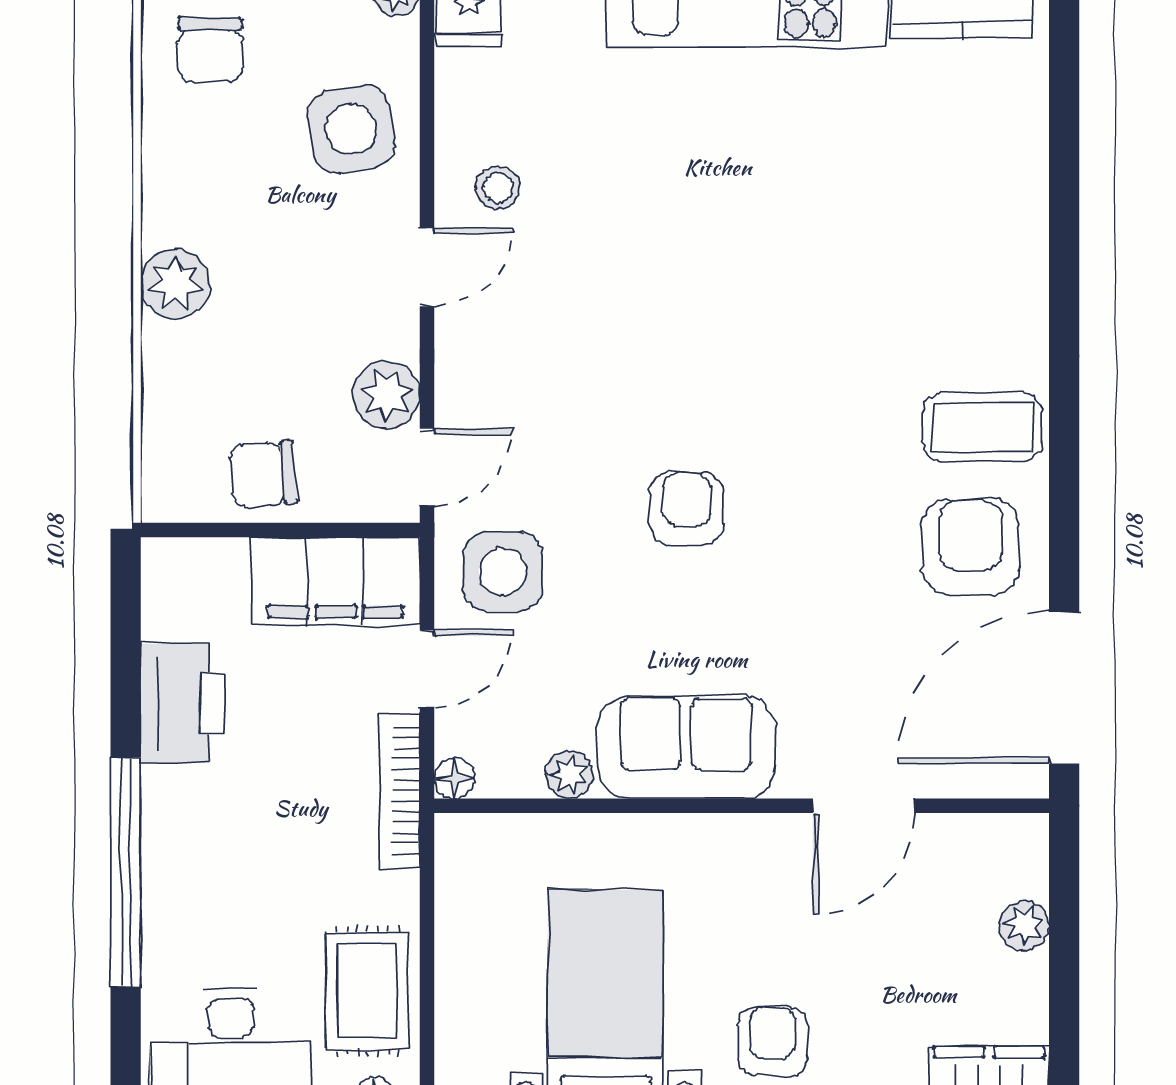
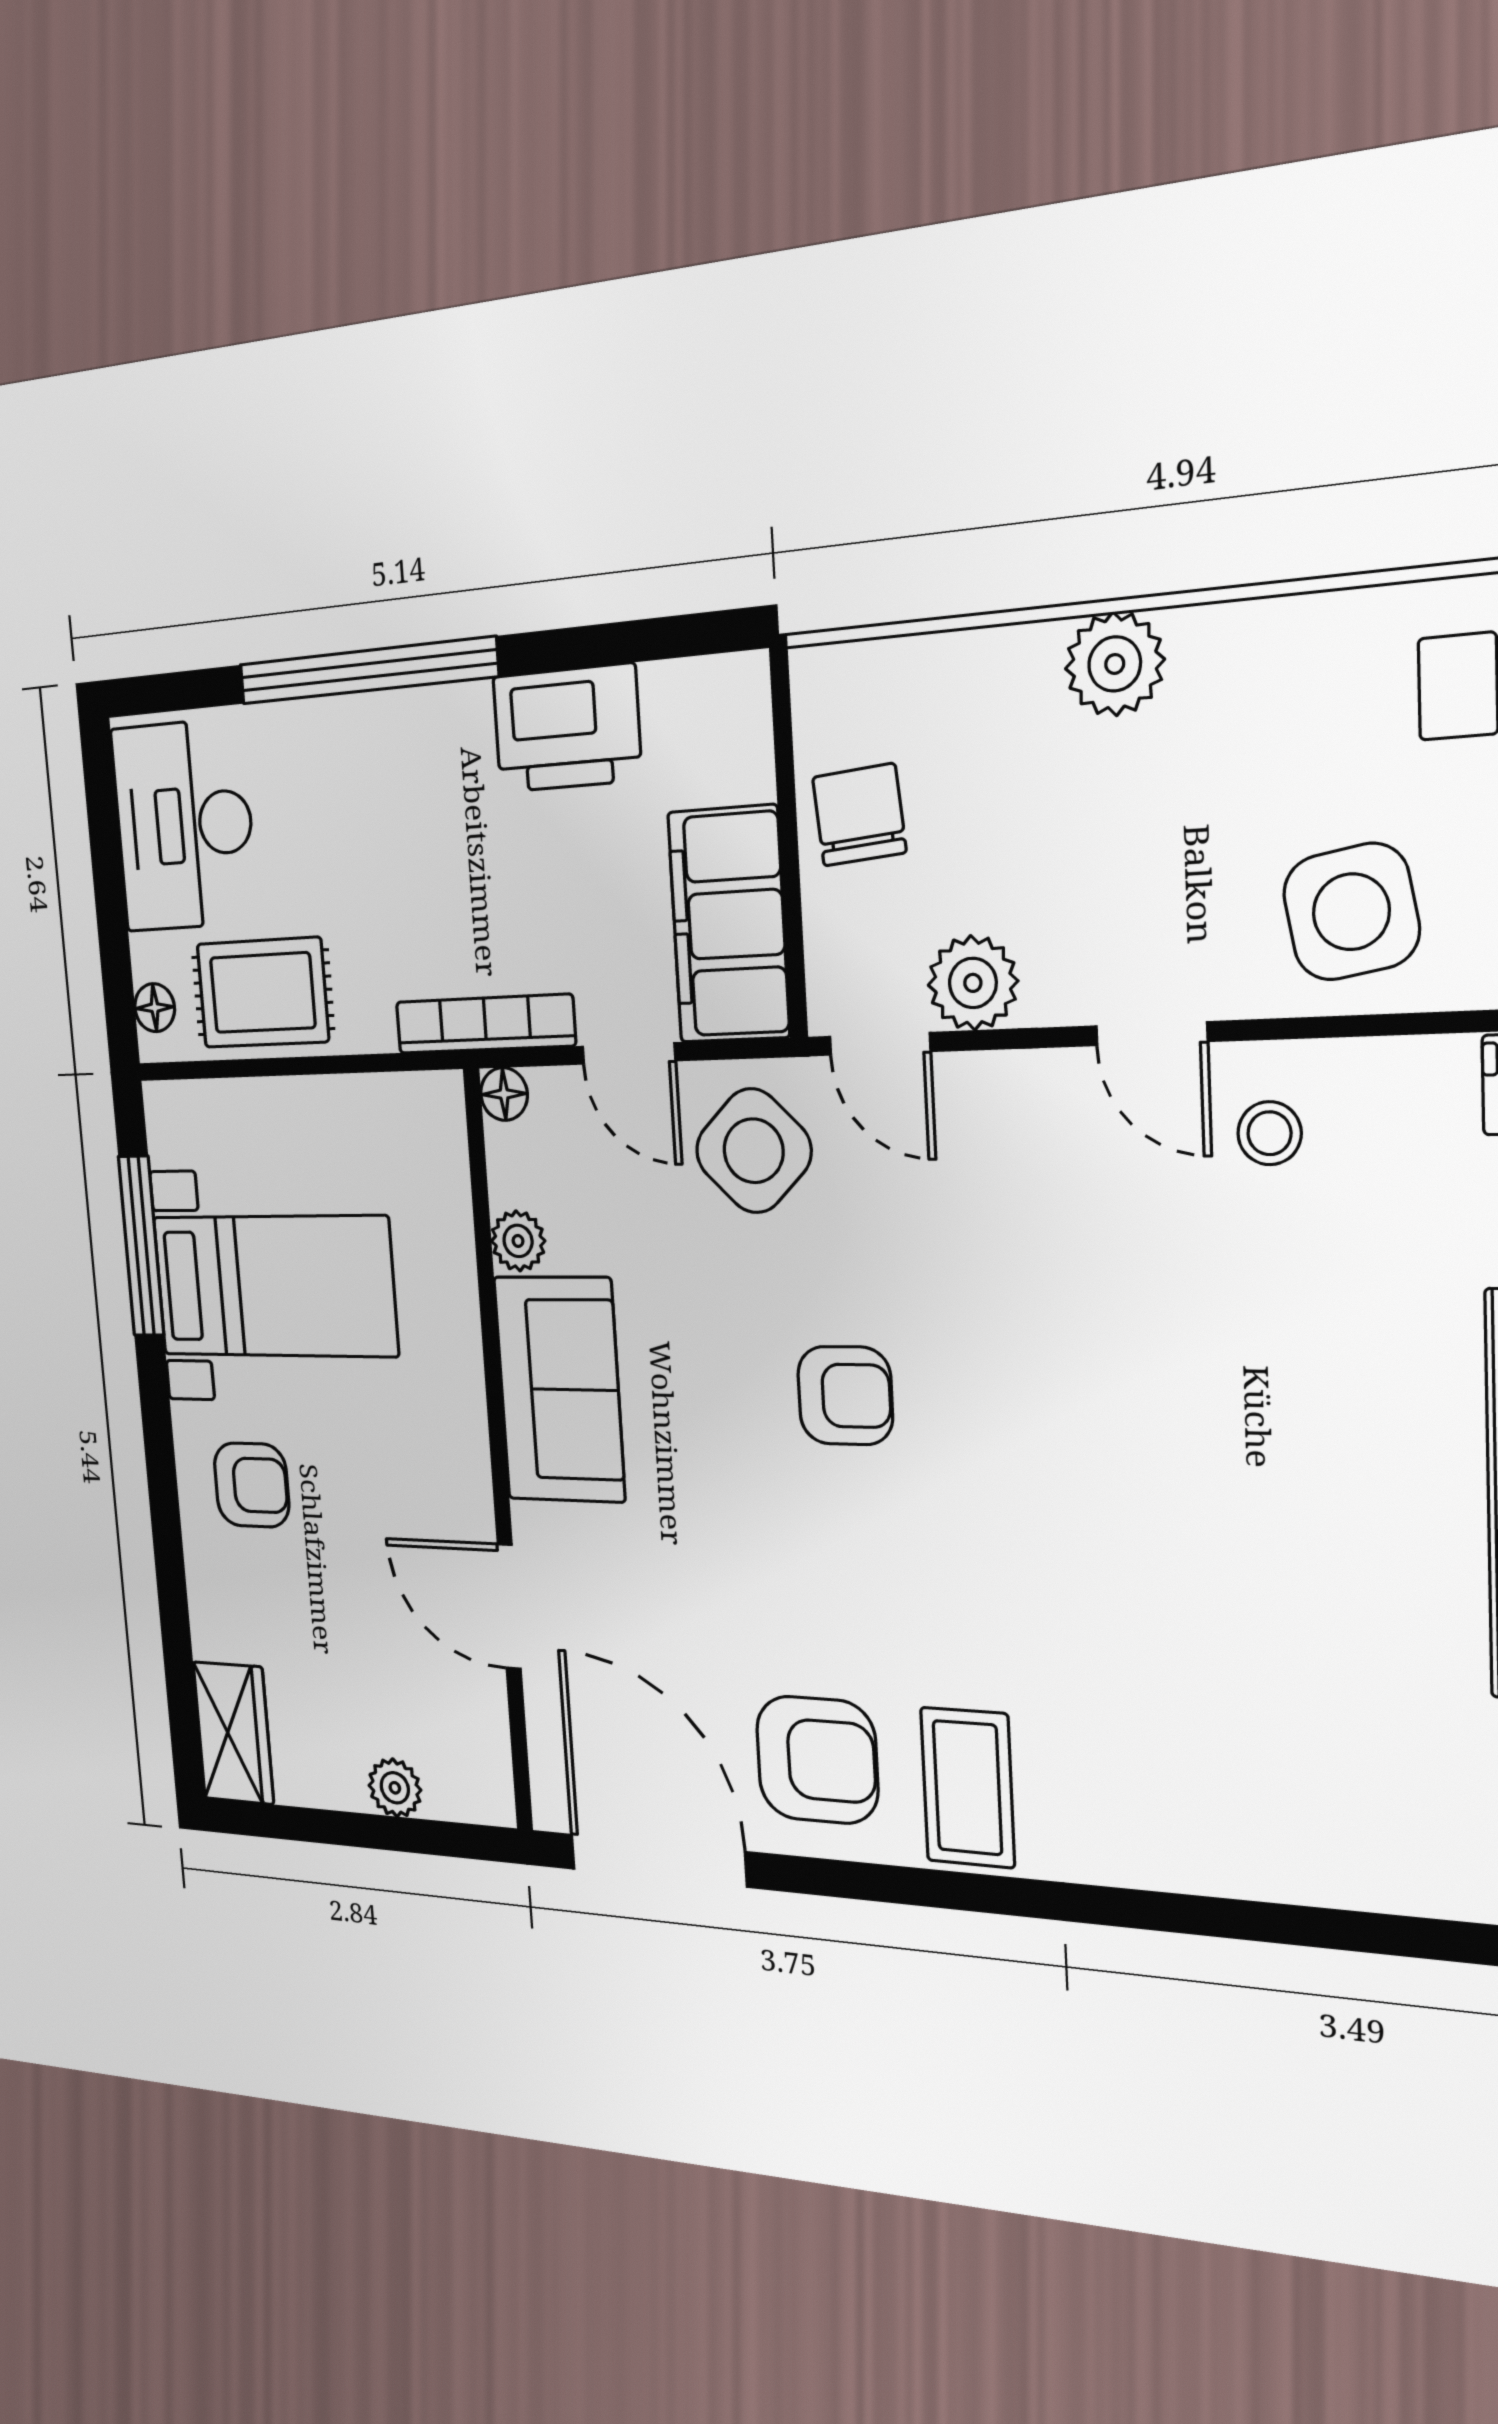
side table: (503, 571) -> (754, 1151), turned 45

